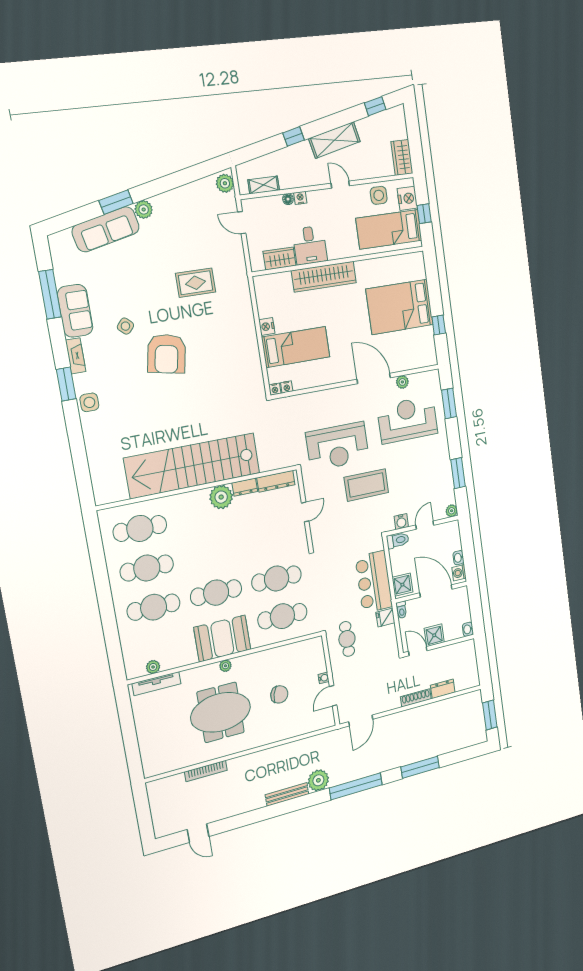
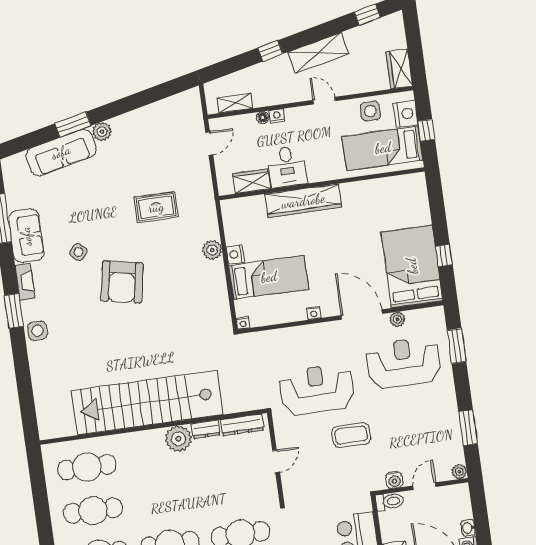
plant: (225, 183) -> (212, 250), moved
door: (242, 223) -> (209, 143), swing flipped
bed: (400, 307) -> (412, 266), moved, turned 90
nightstand: (287, 387) -> (314, 313), moved
reception desk: (338, 446) -> (317, 389), turned 180
coffee table: (366, 485) -> (351, 435), width x0.73, depth x0.76

